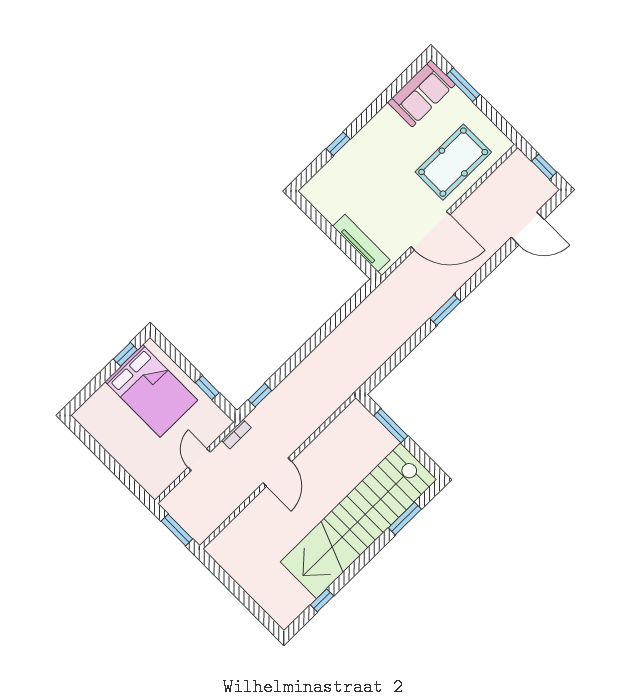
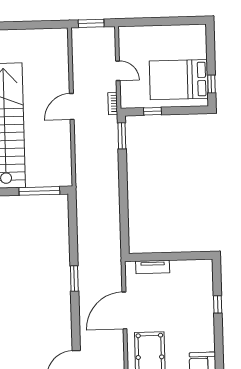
tv unit: (361, 243) -> (153, 267), width x0.71
window: (260, 395) -> (122, 136), width x1.50
window: (391, 426) -> (39, 191), width x1.44
door: (277, 472) -> (72, 106), hinge flipped

